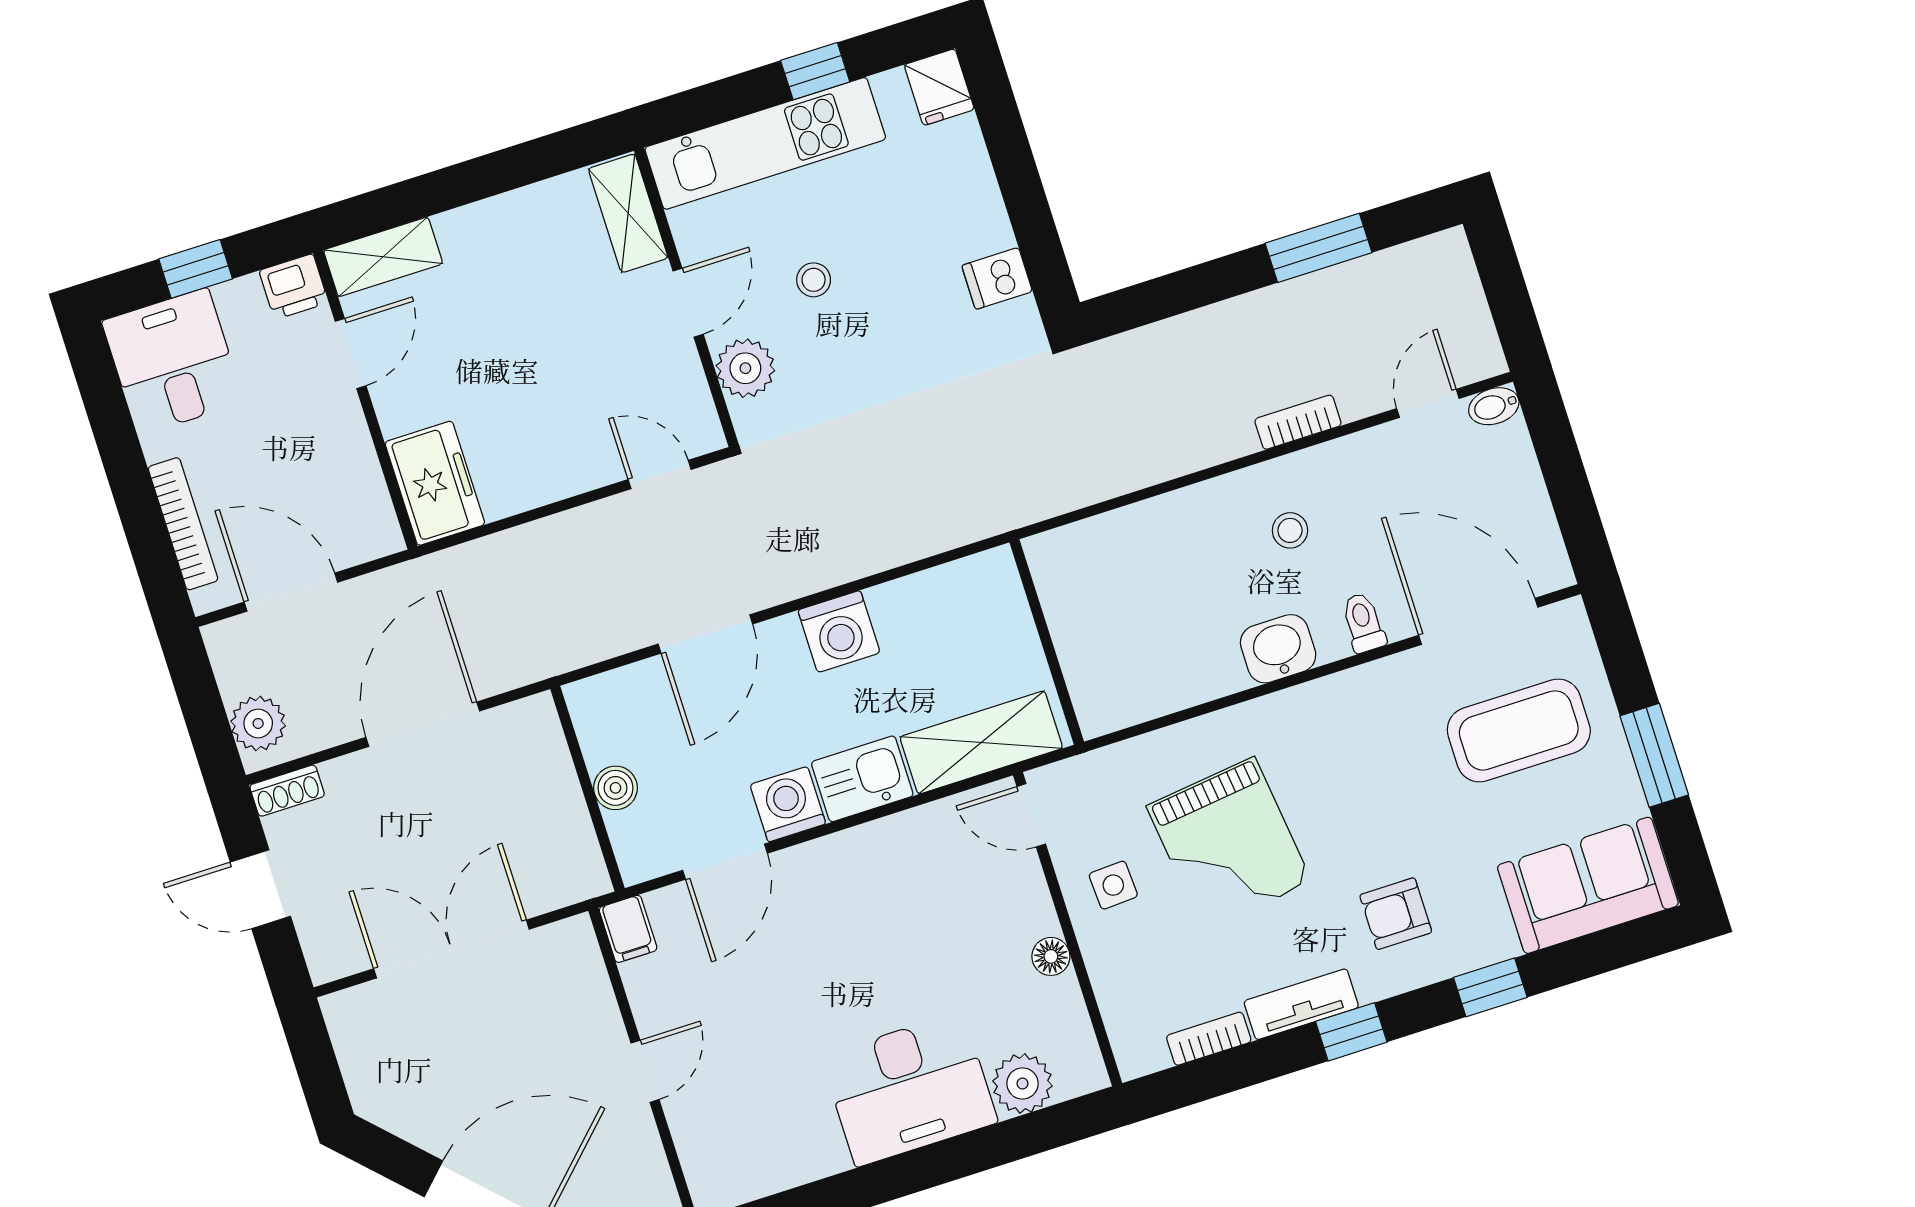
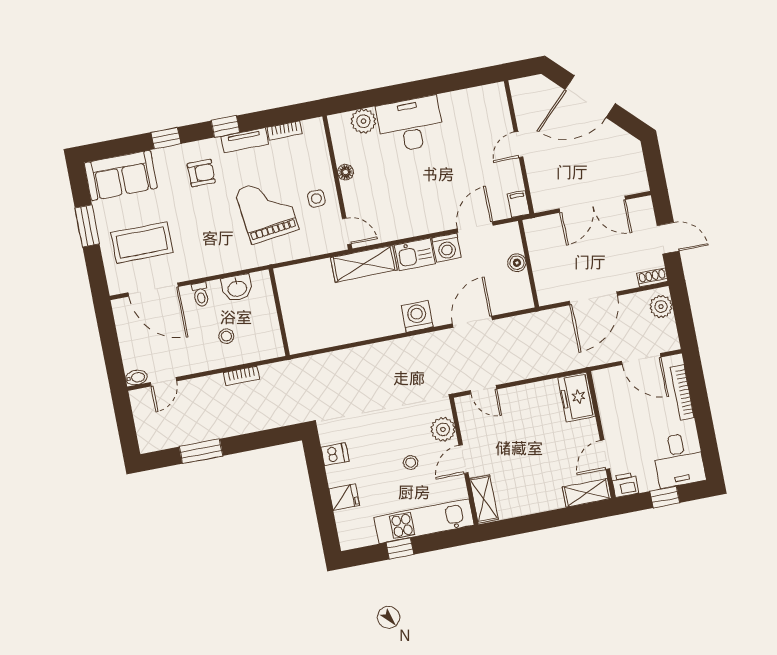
fridge: (939, 87) -> (344, 497), moved, turned 90
bookcase: (1298, 422) -> (241, 376), moved
wall: (1047, 642) -> (279, 312), moved

